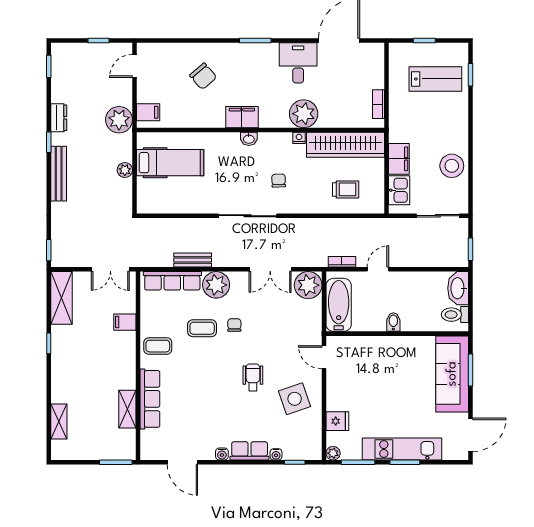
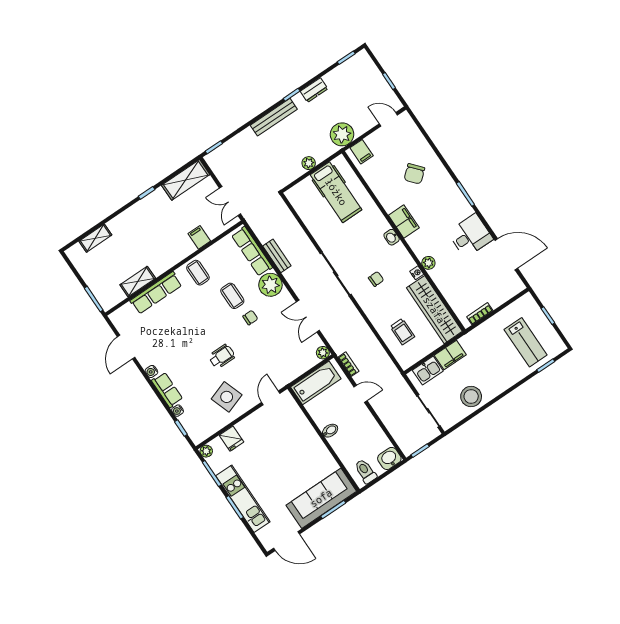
plant: (304, 114) -> (428, 263), width x0.53, depth x0.53
plant: (308, 285) -> (323, 353), width x0.53, depth x0.53
washbasin: (458, 288) -> (389, 458), width x0.72

